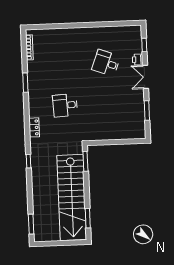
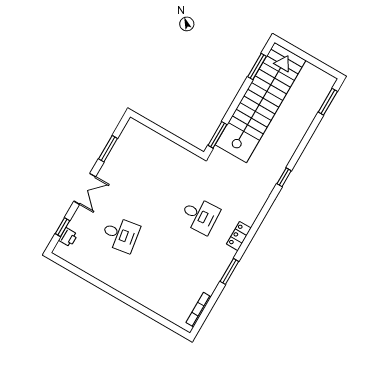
printer: (138, 59) -> (68, 237), moved
desk: (106, 63) -> (120, 234), turned -30
locker: (34, 127) -> (239, 236), moved

